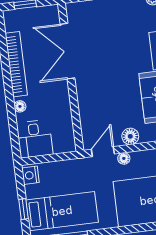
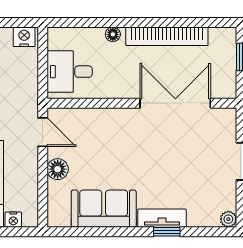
desk: (35, 139) -> (70, 72), moved
floor lamp: (124, 158) -> (31, 158), removed

